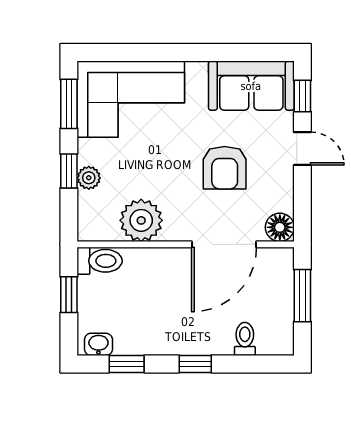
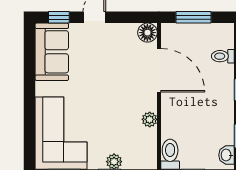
armchair: (225, 168) -> (107, 70), removed
plant: (141, 220) -> (150, 119), width x0.53, depth x0.53

